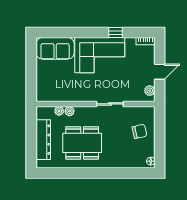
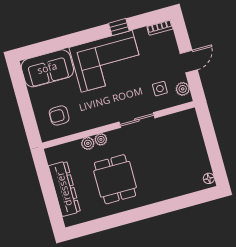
armchair: (54, 85) -> (59, 115), added
side table: (133, 86) -> (160, 89), added
plant: (59, 111) -> (101, 139), moved
chair: (139, 131) -> (184, 145), removed
dining table: (82, 143) -> (115, 179), width x0.73

